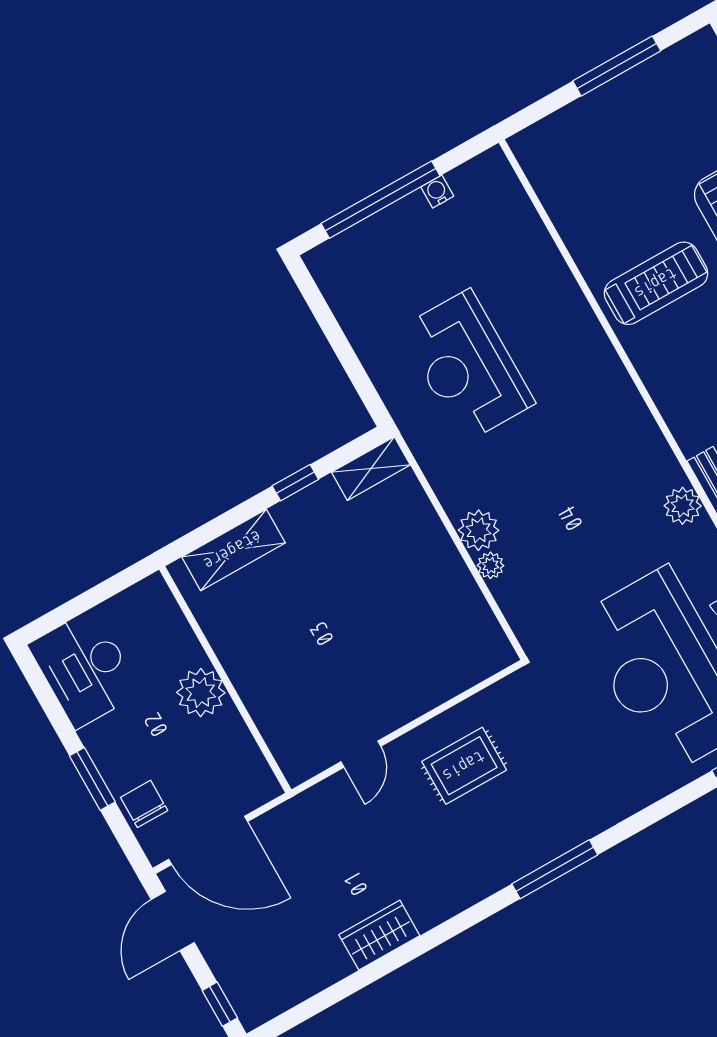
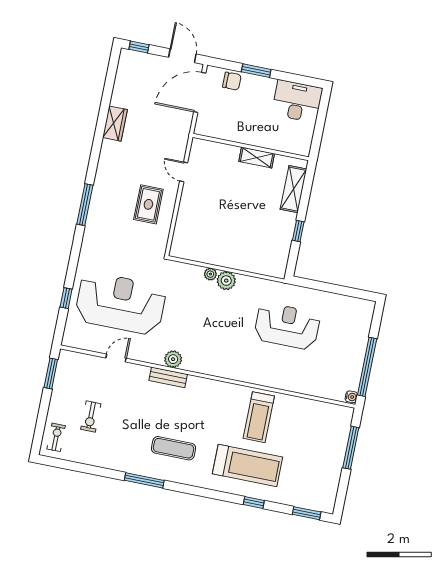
window: (617, 66) -> (351, 448), moved
water cooler: (437, 192) -> (351, 397), moved
window: (380, 200) -> (367, 367), moved
shelving: (371, 469) -> (257, 158), moved, turned 90
plant: (201, 693) -> (254, 135), removed

